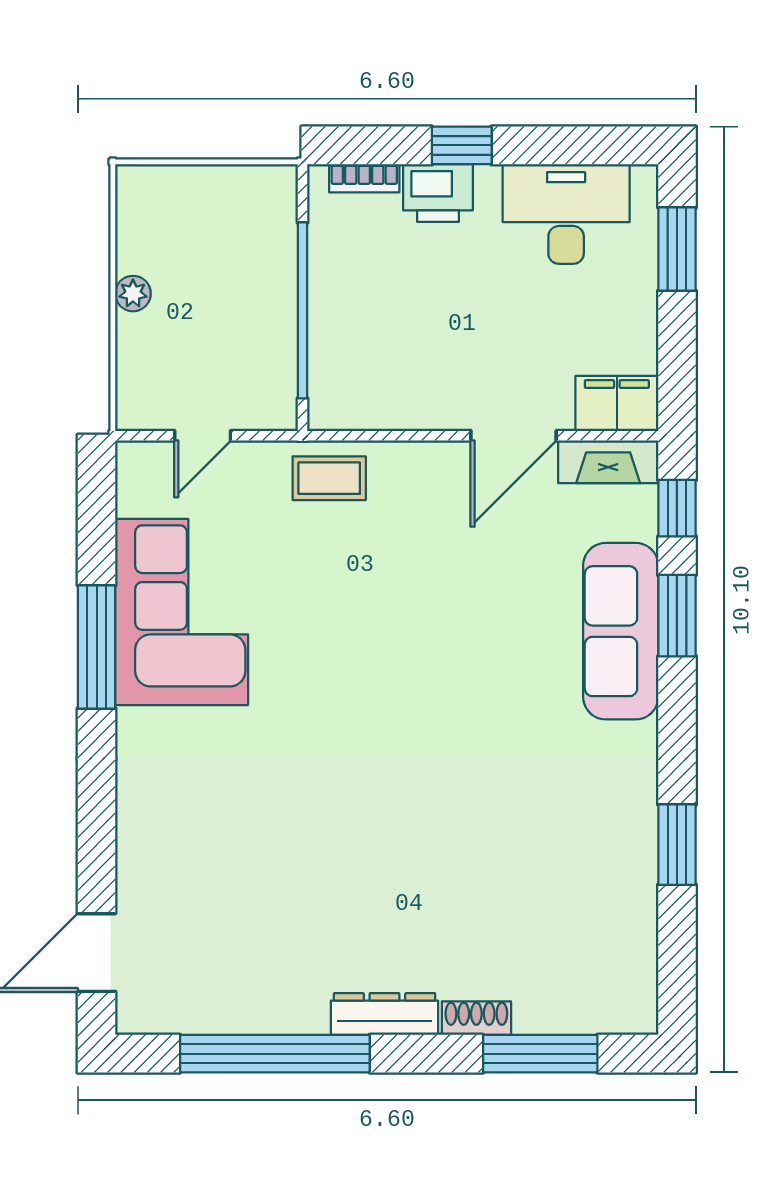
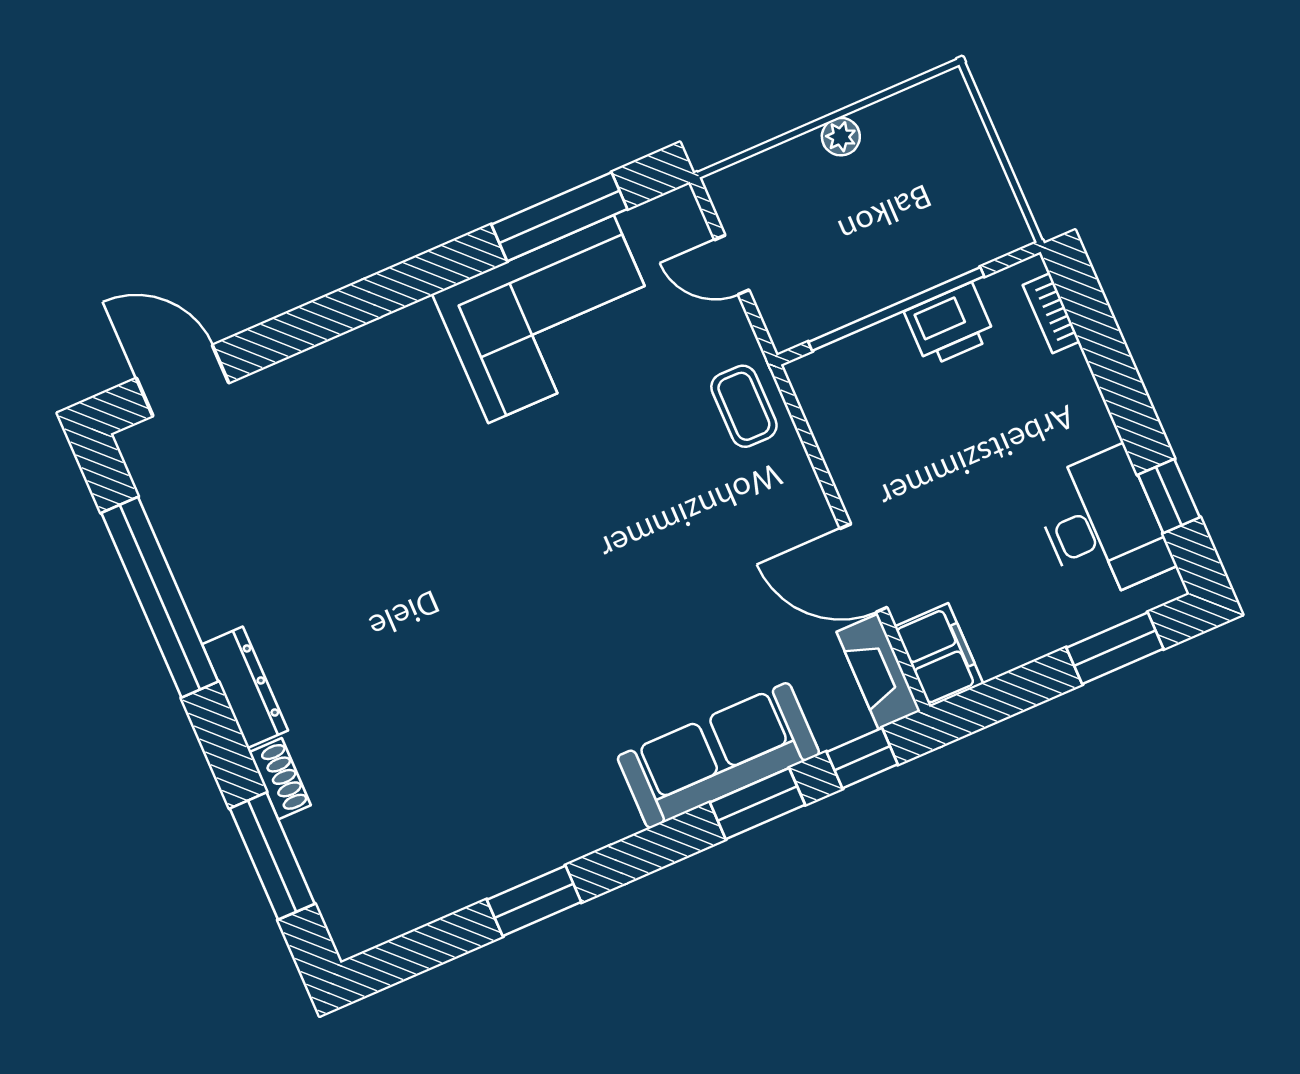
window: (462, 145) -> (1169, 496), moved
printer: (438, 193) -> (950, 325), moved, turned -90
window: (97, 647) -> (559, 217), moved

